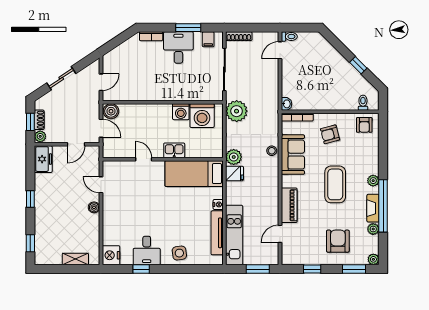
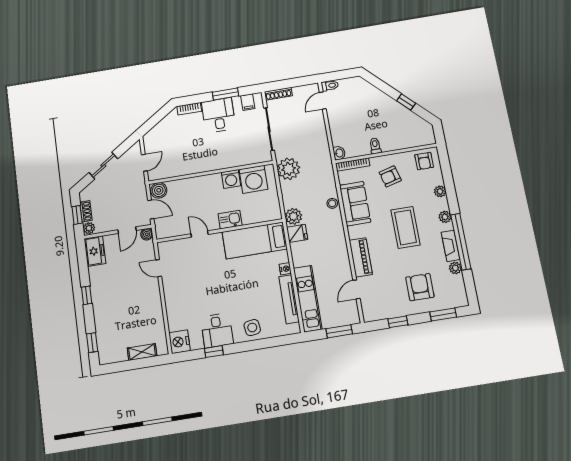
toilet: (363, 103) -> (375, 146), moved
boiler: (94, 207) -> (147, 234), moved
plant: (373, 259) -> (440, 191), moved

